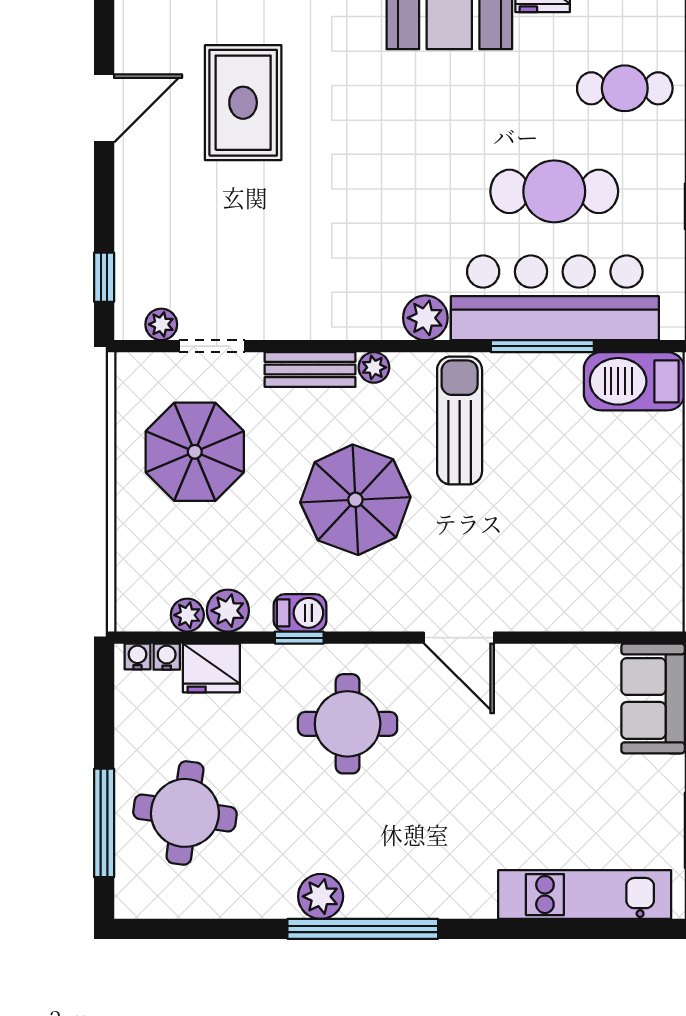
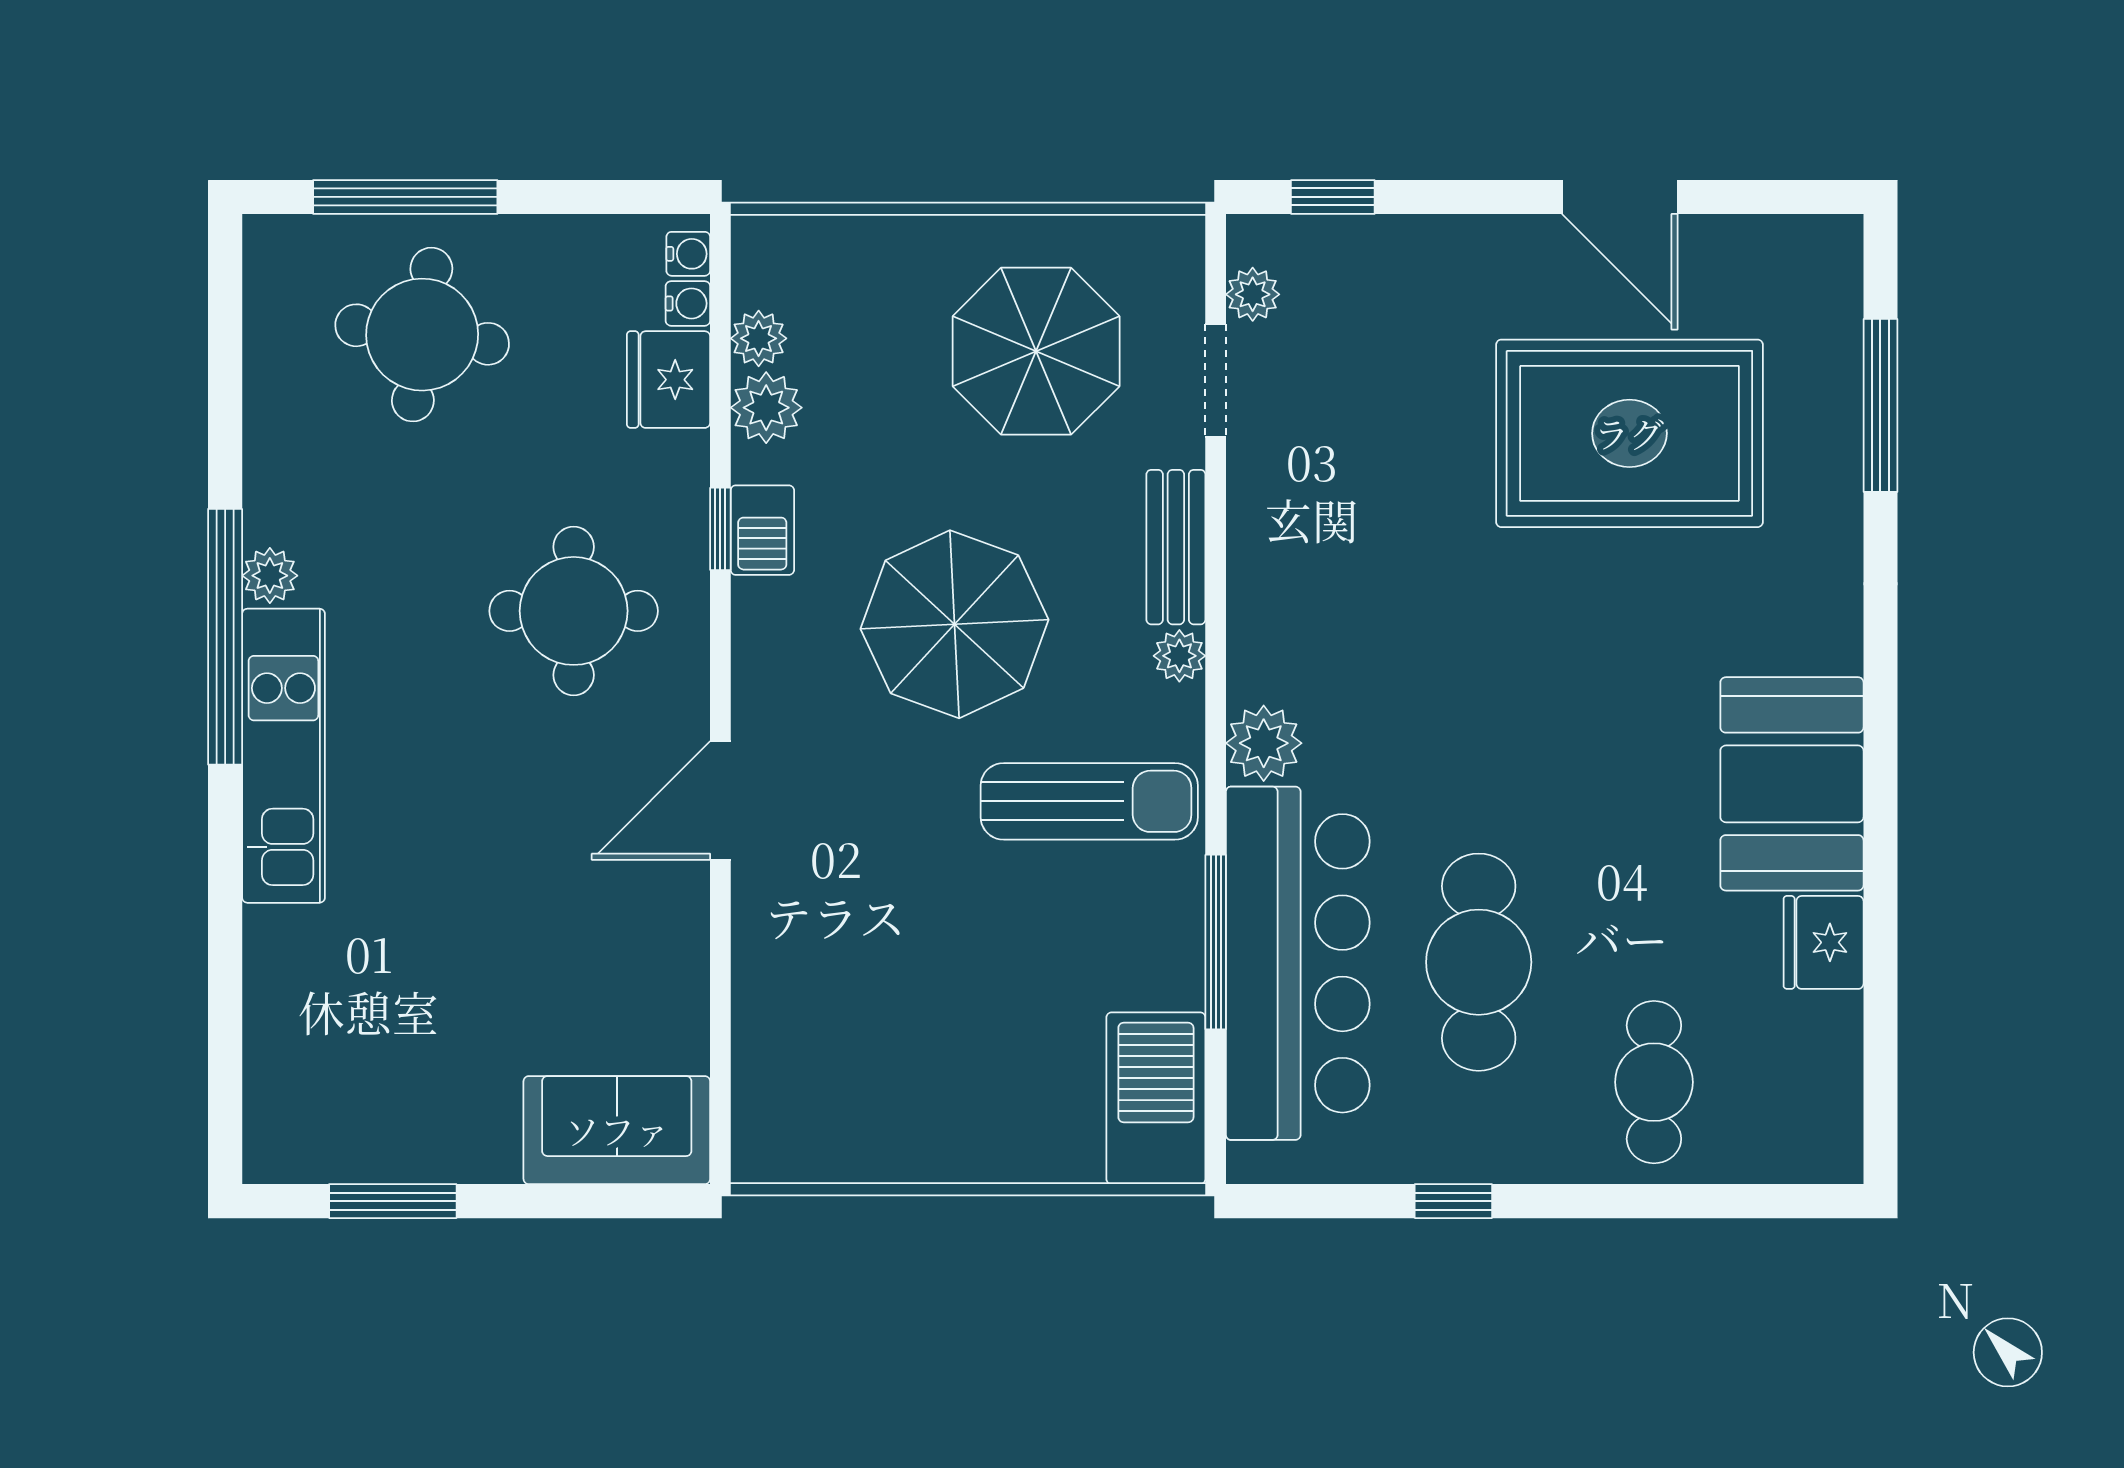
rug: (243, 103) -> (1629, 433), width x1.37, depth x1.44
kitchen unit: (585, 895) -> (283, 756), moved
plant: (321, 896) -> (270, 576), width x0.73, depth x0.73

